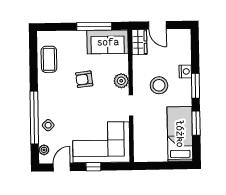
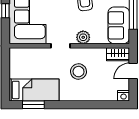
nightstand: (185, 71) -> (124, 96), moved
window: (195, 86) -> (78, 105), removed
window: (196, 123) -> (33, 105), moved

